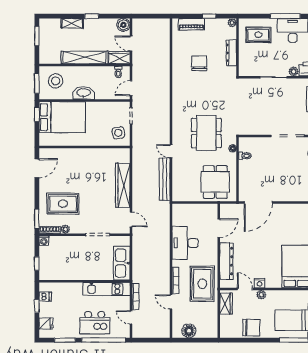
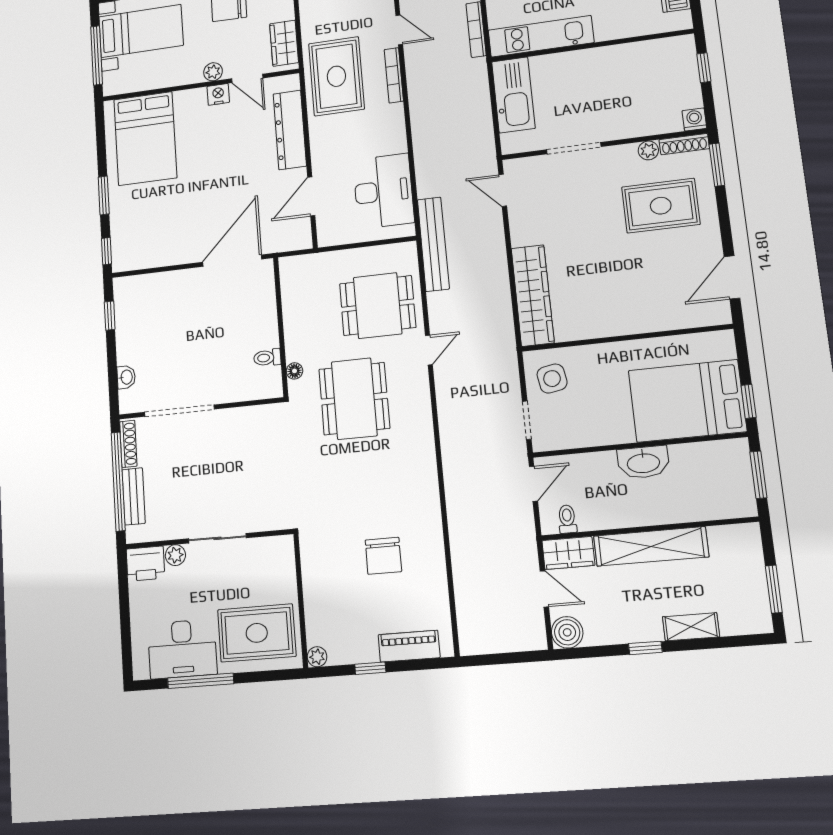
rug: (258, 35) -> (257, 633), width x1.36, depth x1.43
dresser: (231, 53) -> (313, 586), removed
stool: (56, 81) -> (714, 484), removed
door: (171, 151) -> (429, 350), hinge flipped
bench: (165, 179) -> (433, 244), moved
dining table: (215, 182) -> (378, 306), moved, turned 90
wardrobe: (123, 185) -> (533, 295), moved
desk: (185, 243) -> (383, 191), moved

